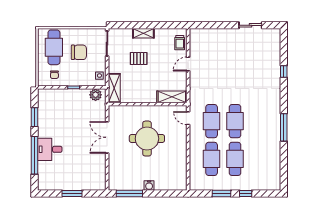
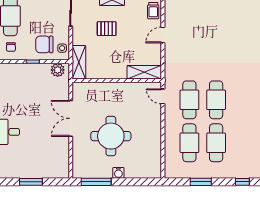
chair: (79, 52) -> (44, 44), moved, turned 180
round table: (147, 139) -> (111, 136), moved
window: (246, 193) -> (242, 182), moved

